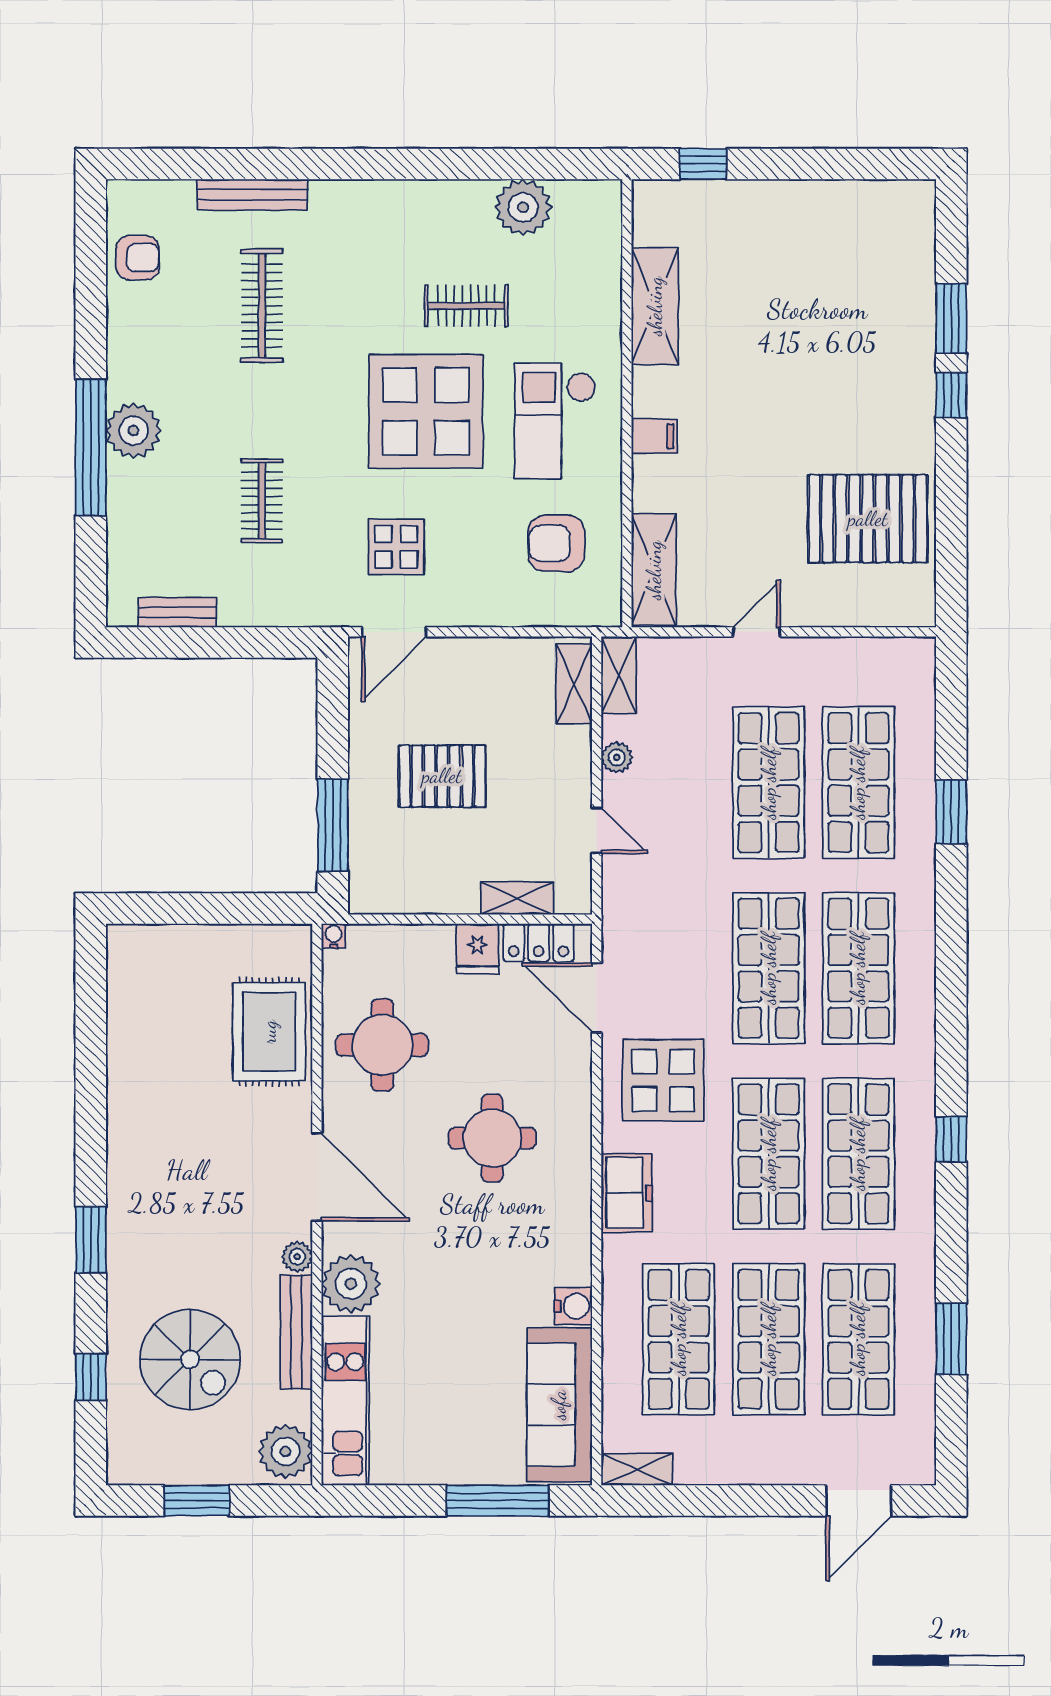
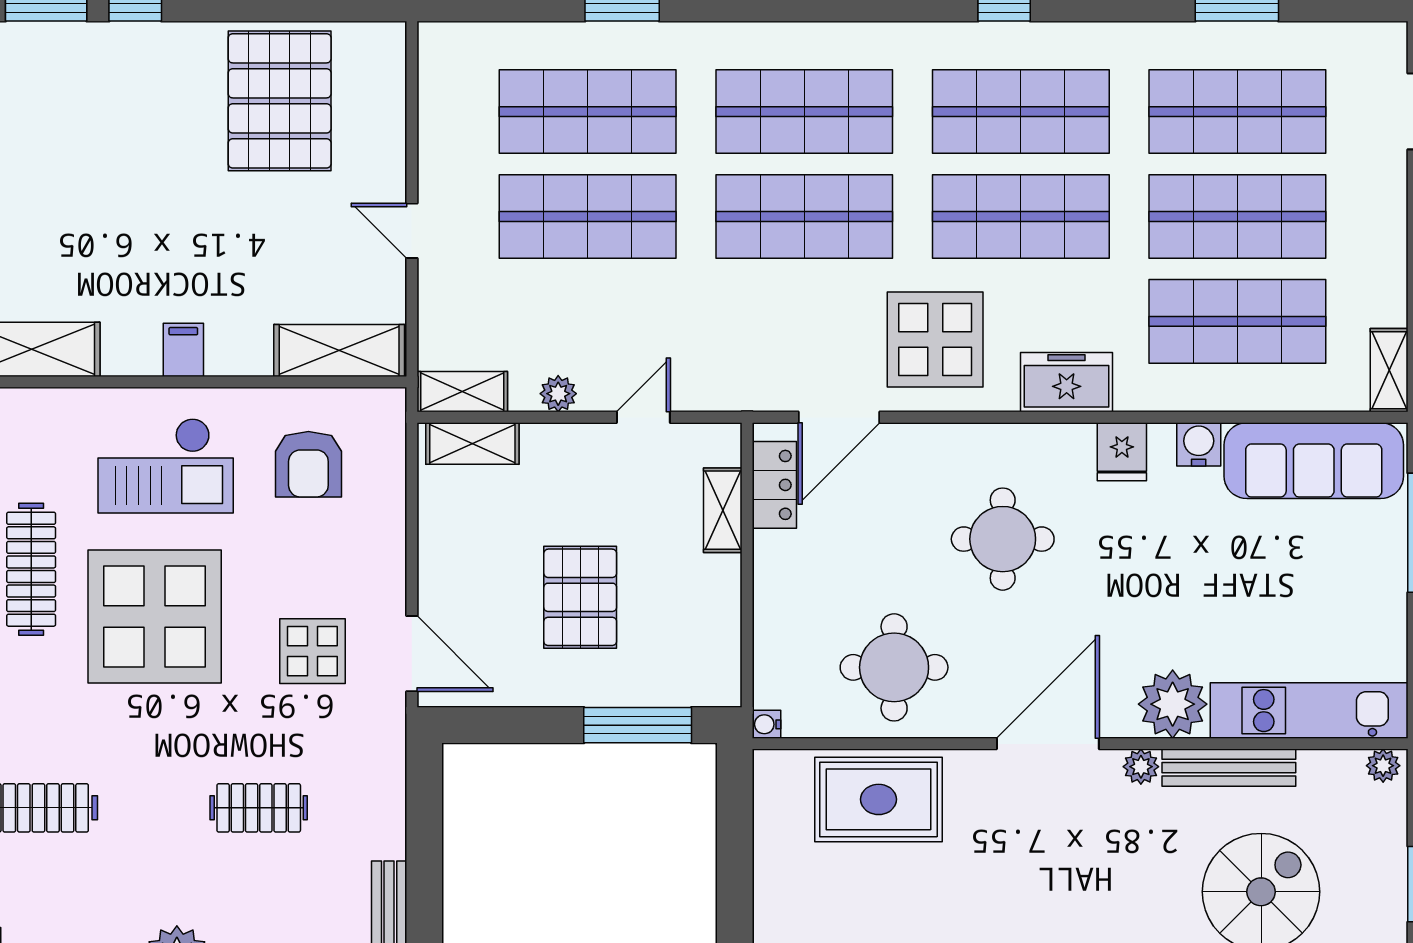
clothes rail: (466, 306) -> (31, 569), width x1.36
fridge: (477, 949) -> (1122, 452), moved, turned 90
plant: (285, 1452) -> (1383, 766), width x0.53, depth x0.53

